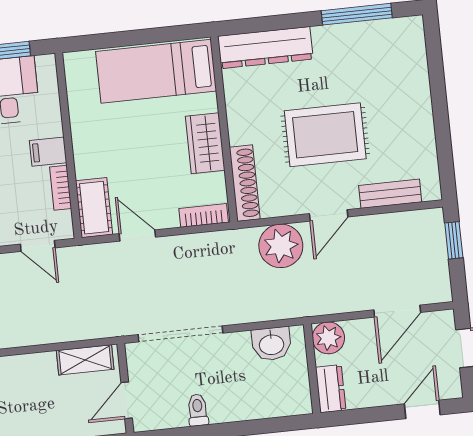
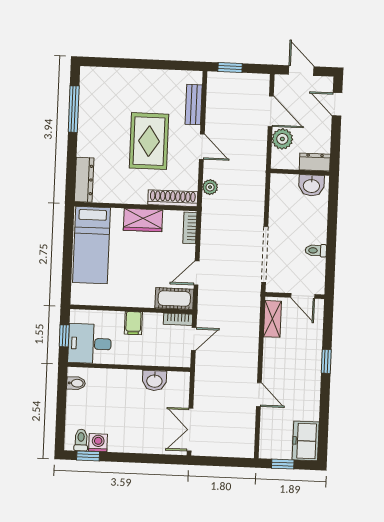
dresser: (265, 48) -> (84, 180), width x0.73, depth x0.80
bookcase: (61, 188) -> (178, 319), moved
plant: (281, 246) -> (210, 187), width x0.53, depth x0.53
plant: (328, 338) -> (282, 139), moved
washbasin: (271, 344) -> (311, 185), moved, turned 90

